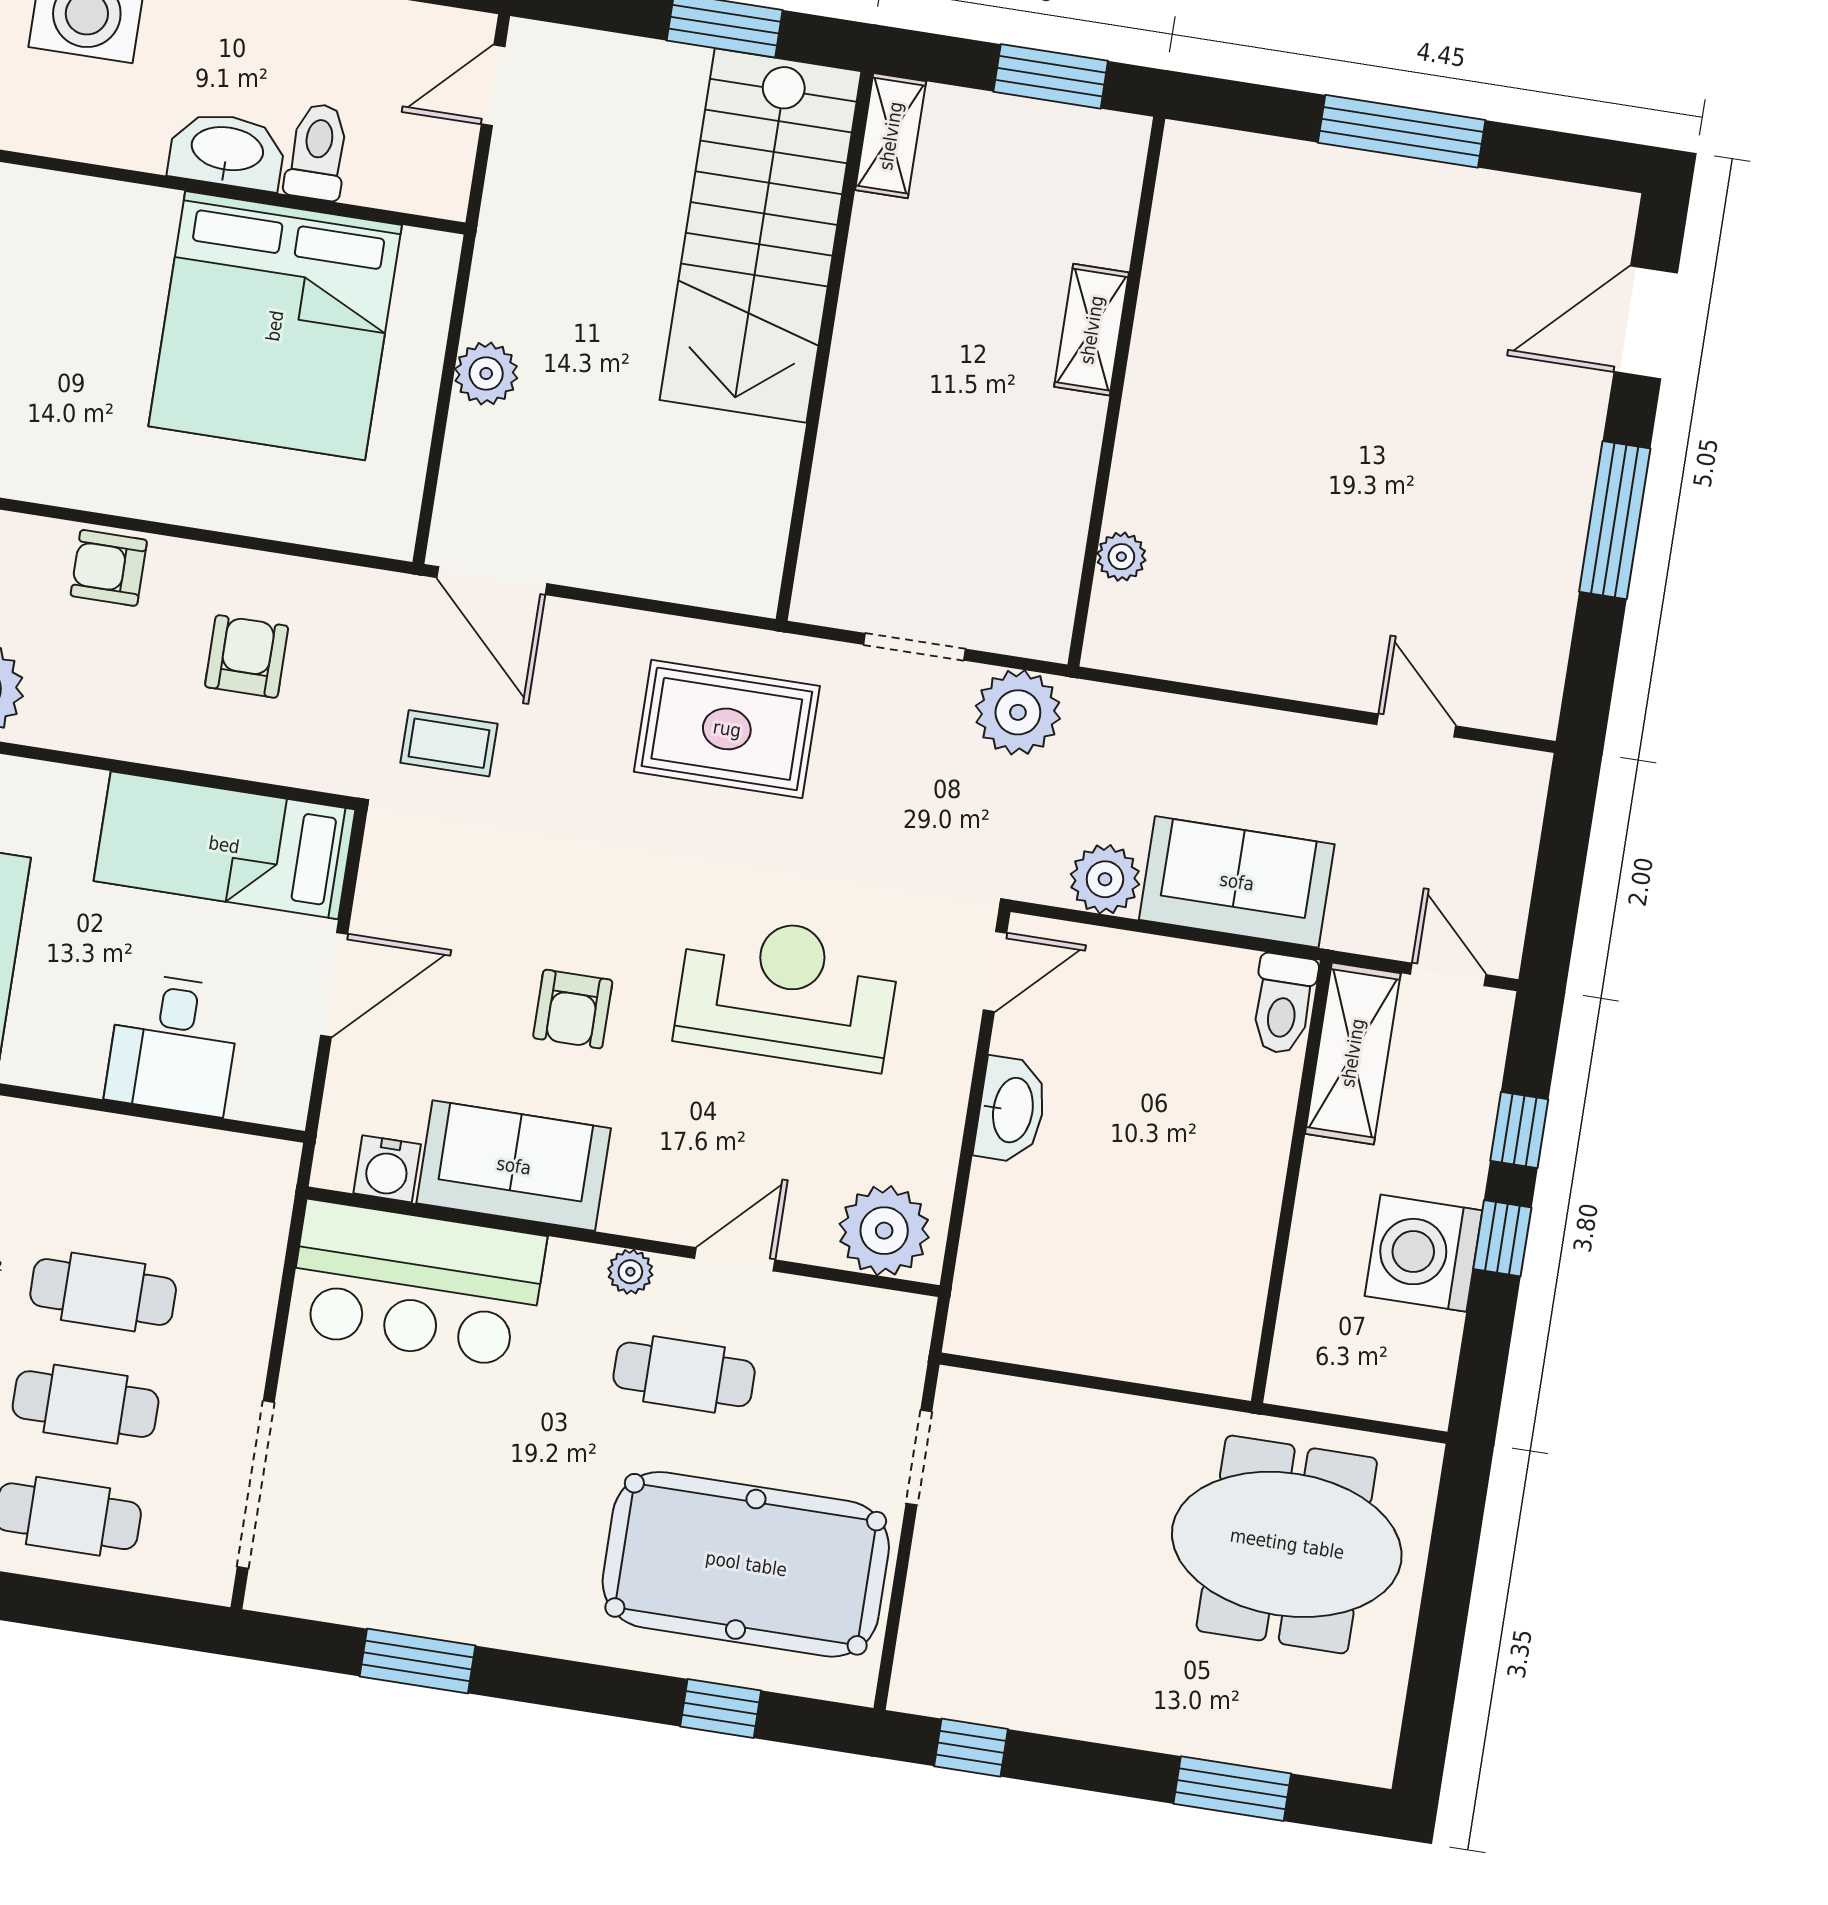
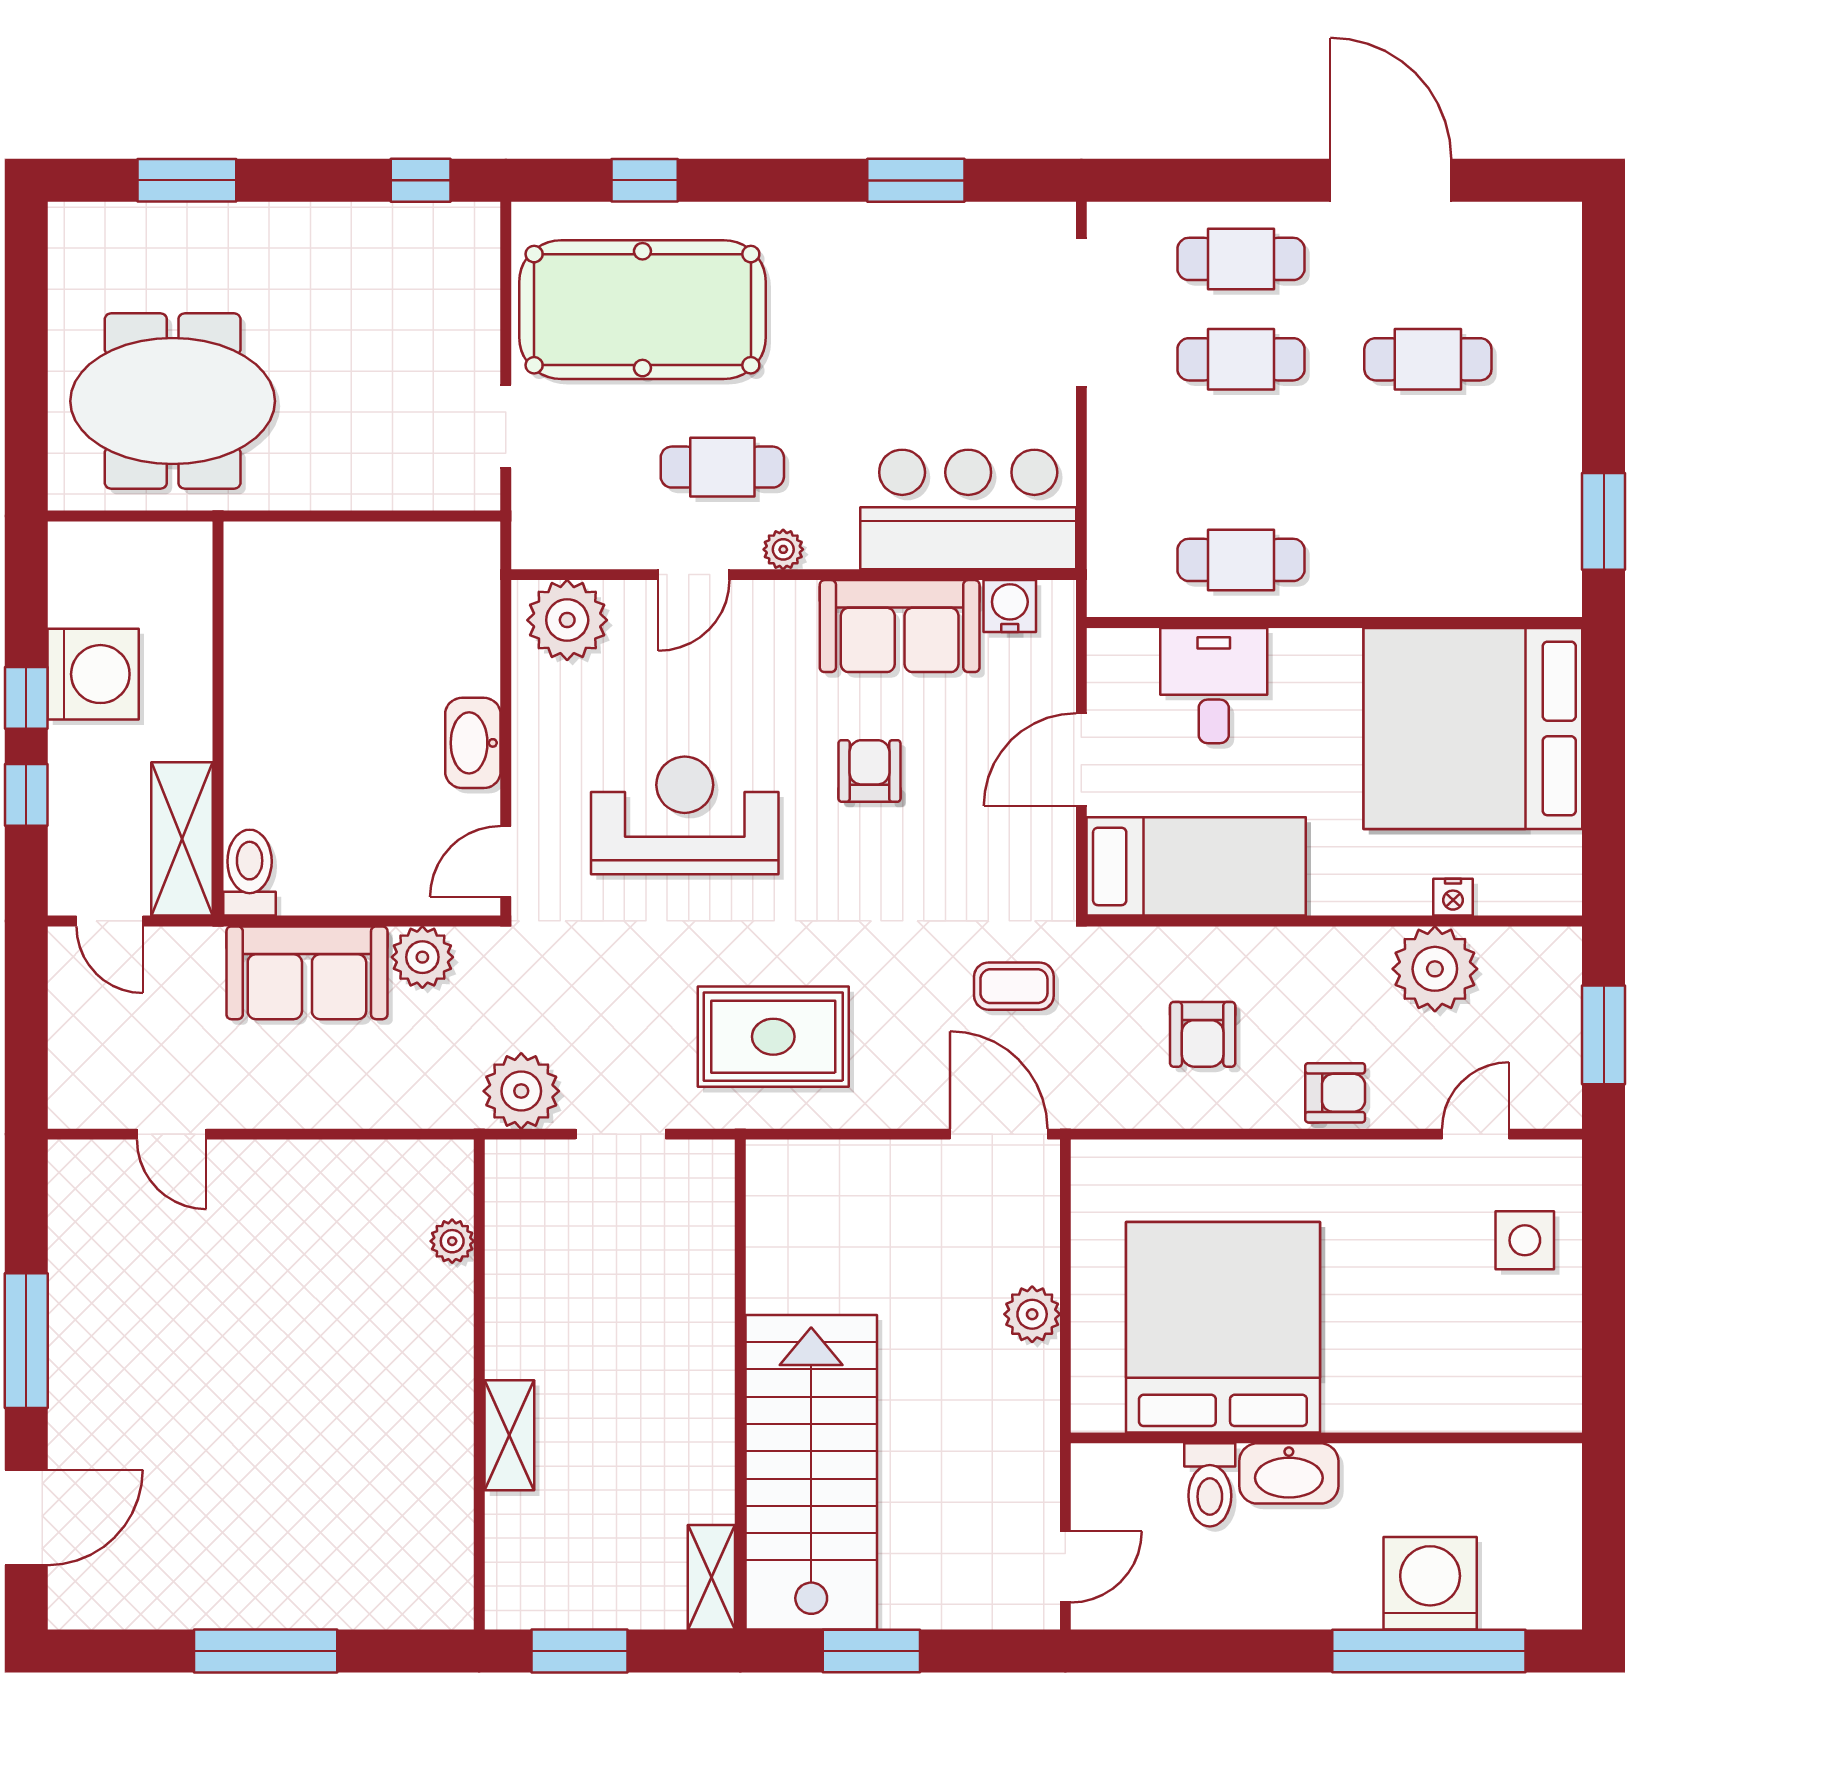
reception desk: (787, 992) -> (685, 815), turned 180
cafe table: (103, 1292) -> (1241, 560), moved

